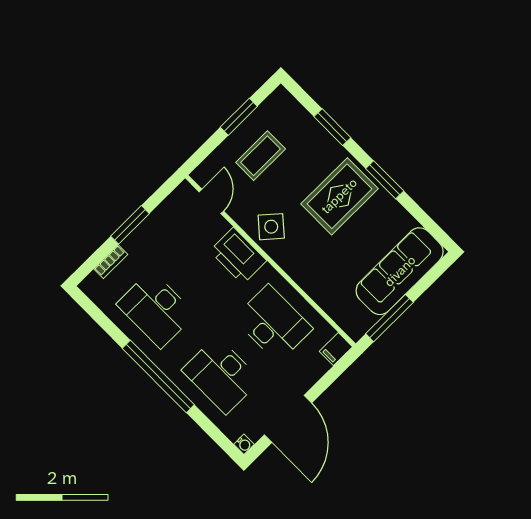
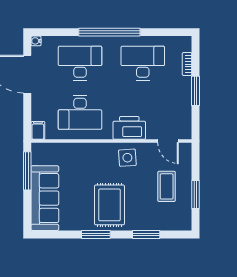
side table: (271, 227) -> (127, 158), turned 45

